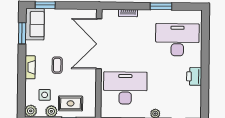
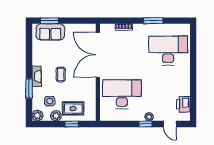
sofa: (35, 24) -> (50, 32), moved, turned 90
window: (22, 33) -> (29, 89), moved
printer: (194, 76) -> (183, 104), moved

